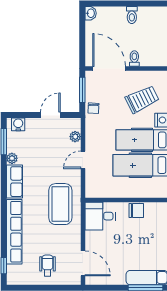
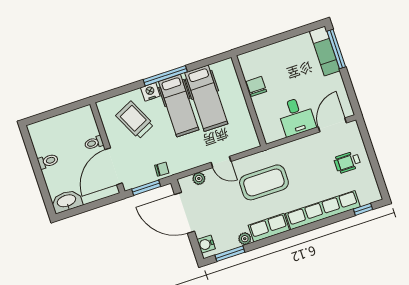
washbasin: (91, 13) -> (67, 201), width x1.91, depth x1.45
door: (50, 115) -> (185, 213), width x1.87
coffee table: (60, 204) -> (264, 182), moved
desk: (100, 216) -> (296, 116), moved

